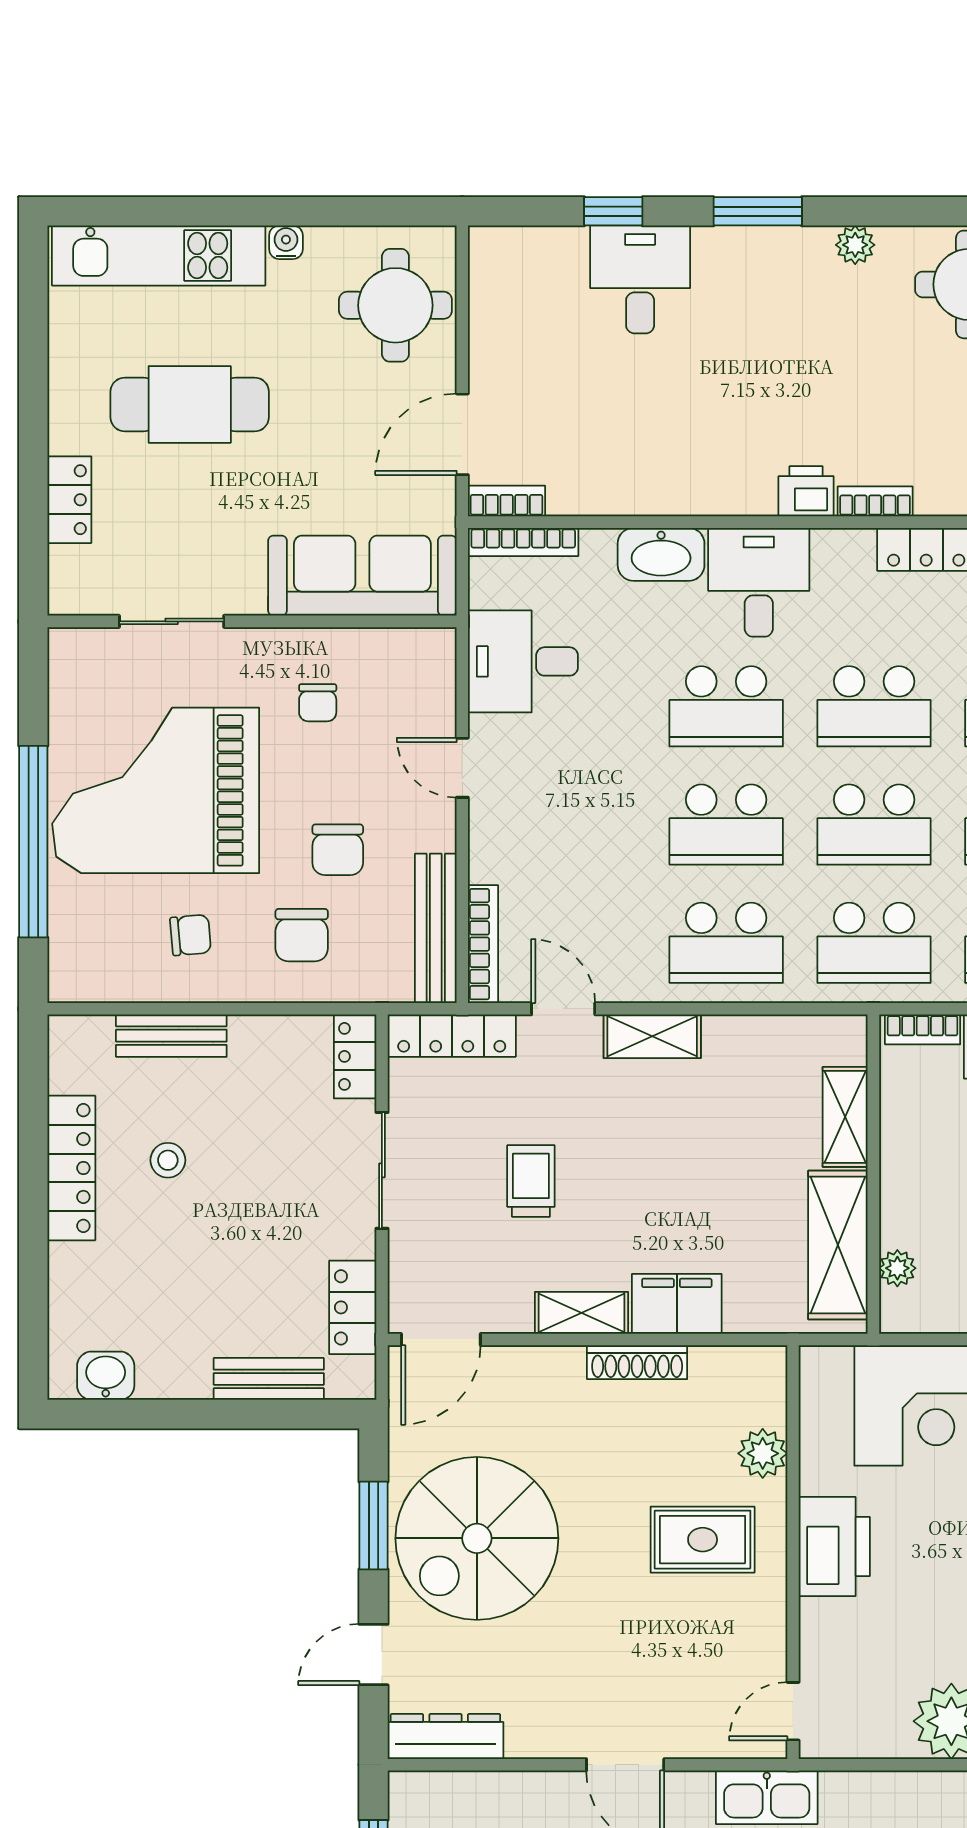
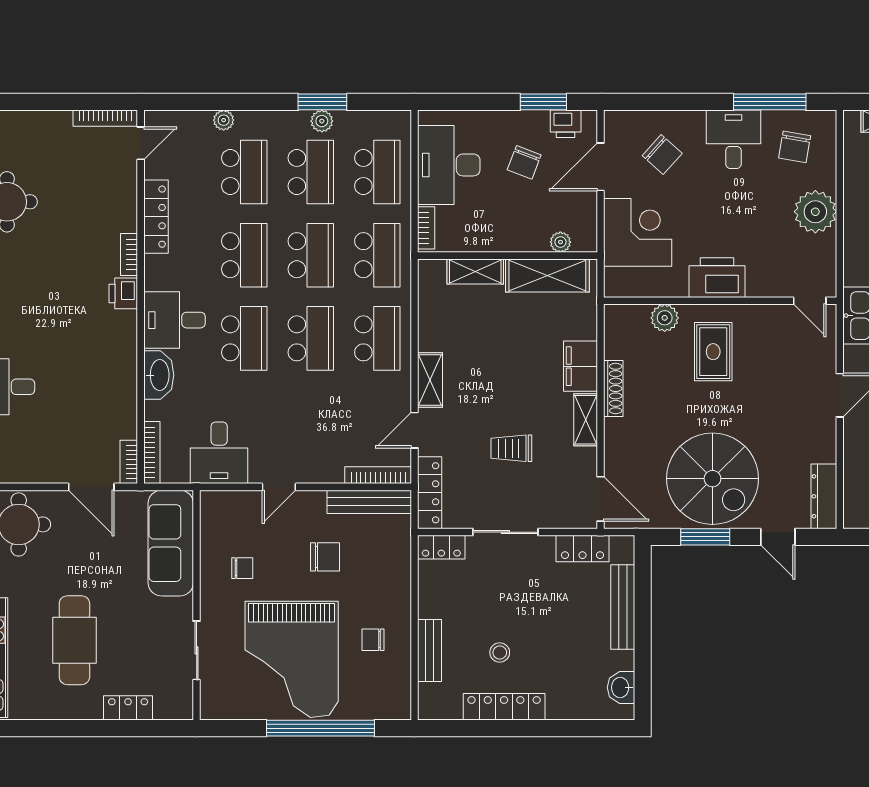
chair: (191, 935) -> (373, 640), turned -85
chair: (302, 935) -> (373, 577), removed
bench: (269, 1379) -> (623, 607), width x1.36

